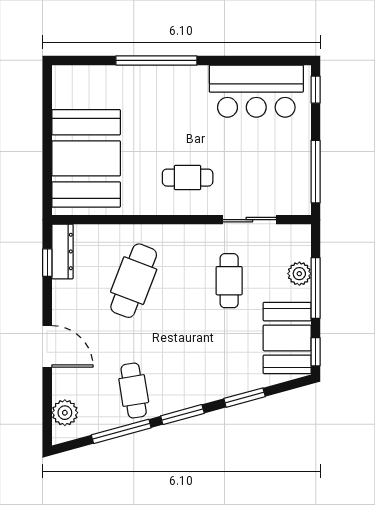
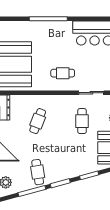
cafe table: (134, 281) -> (38, 121), width x0.73, depth x0.74

